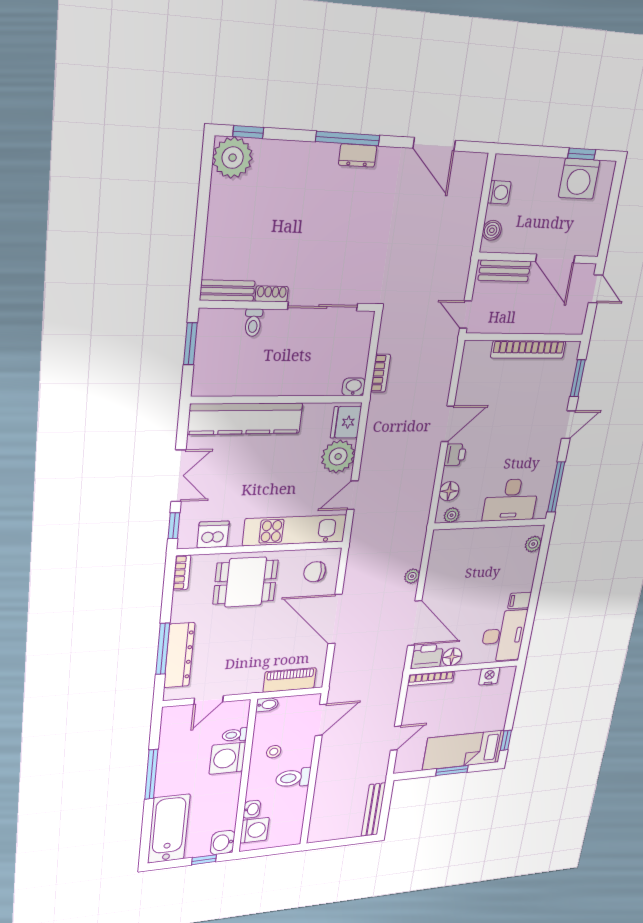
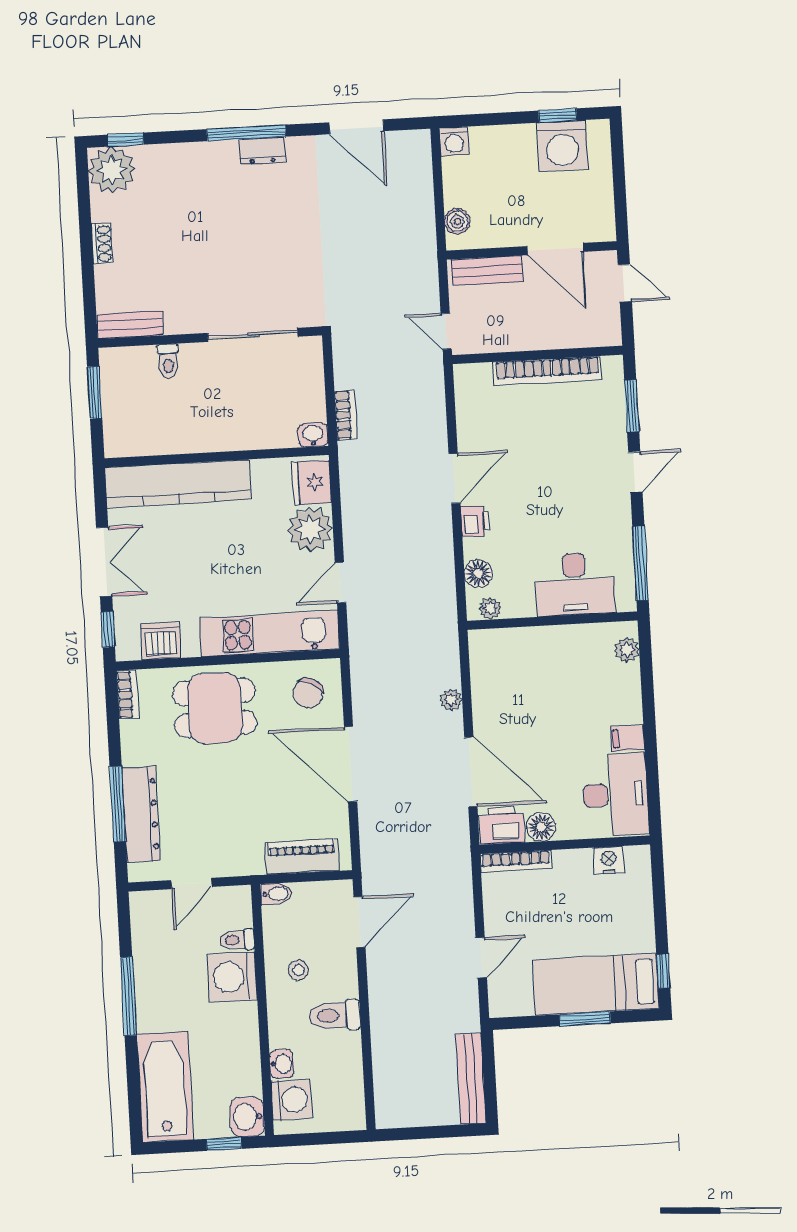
washing machine: (499, 192) -> (454, 141), moved, turned 90
shoe rack: (272, 294) -> (102, 244), moved, turned 90
chair: (315, 572) -> (308, 693), turned -63

